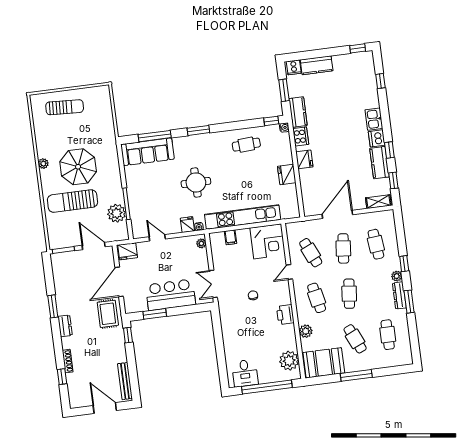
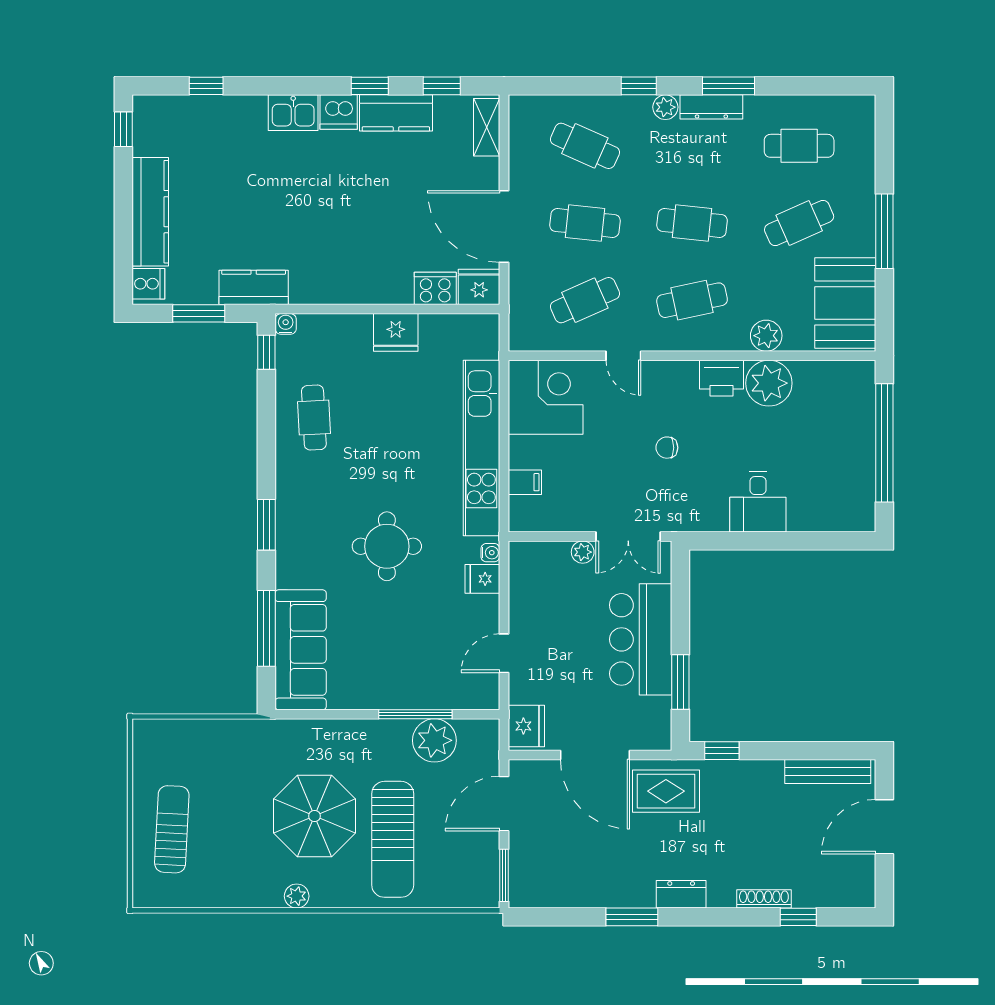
kitchen counter: (317, 65) -> (150, 212), width x1.50
cooker: (301, 136) -> (435, 288), moved
fridge: (304, 159) -> (479, 287), moved
plant: (201, 243) -> (583, 552), moved
cafe table: (376, 244) -> (585, 146), turned 30
plant: (289, 361) -> (769, 383), moved
desk: (245, 373) -> (758, 502), moved, turned 90

